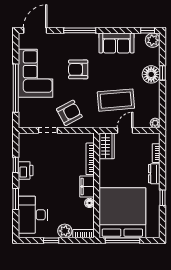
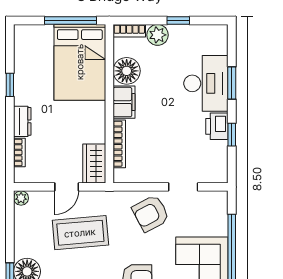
floor lamp: (89, 203) -> (127, 71), width x1.89, depth x1.89
bed: (122, 213) -> (80, 62), width x0.73
desk: (33, 215) -> (206, 83), moved

